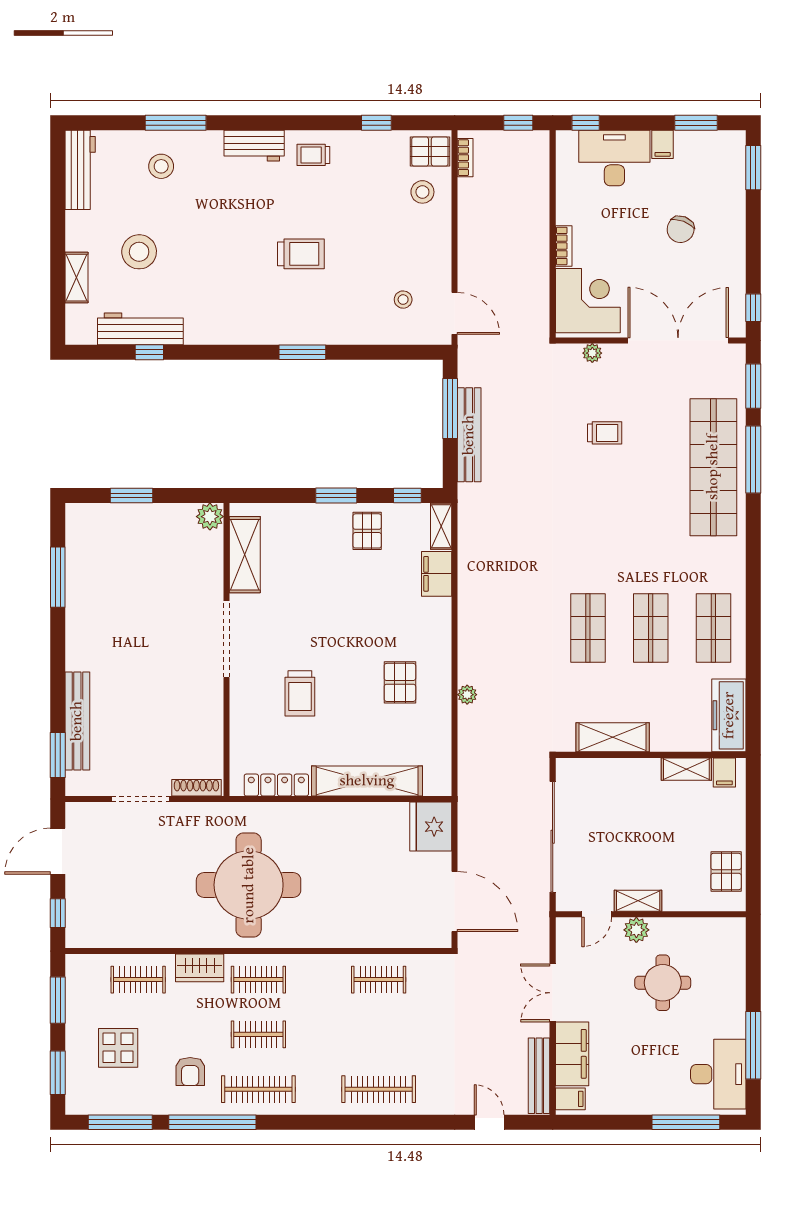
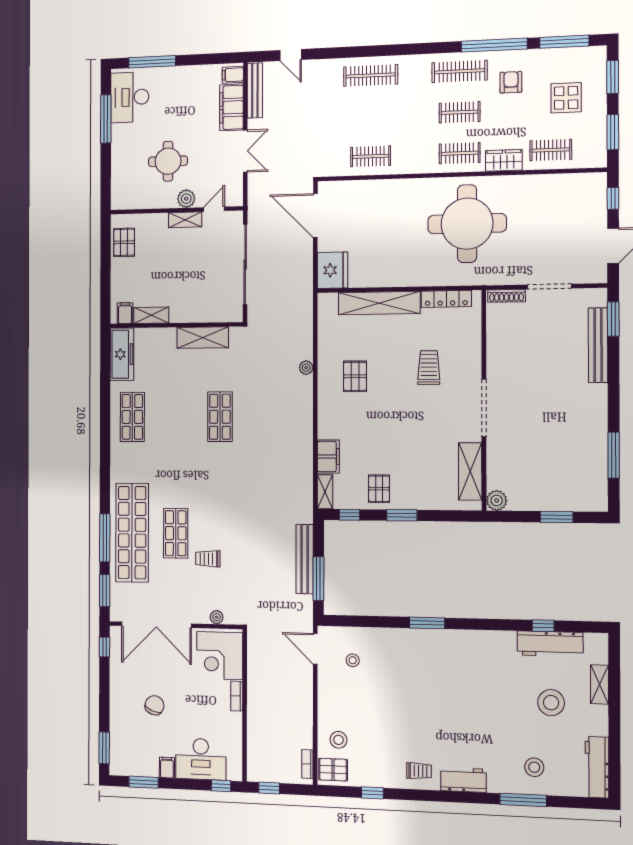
trolley: (301, 254) -> (428, 697), removed
shop shelf: (651, 628) -> (176, 533), moved

